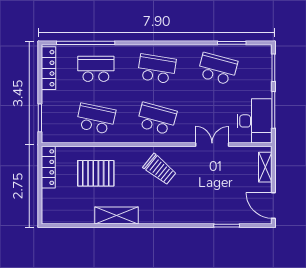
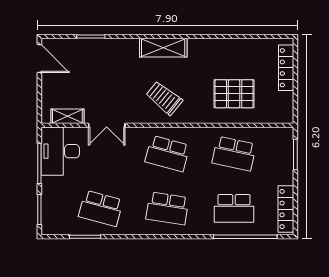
locker: (48, 167) -> (286, 68), moved
shelving: (265, 167) -> (67, 116), moved, turned 90
shelving: (116, 215) -> (163, 48), moved

